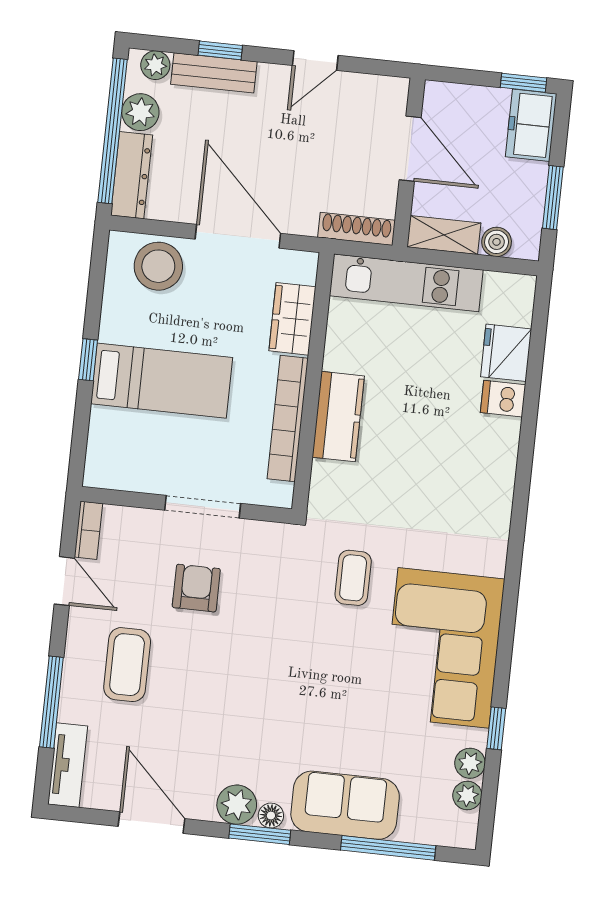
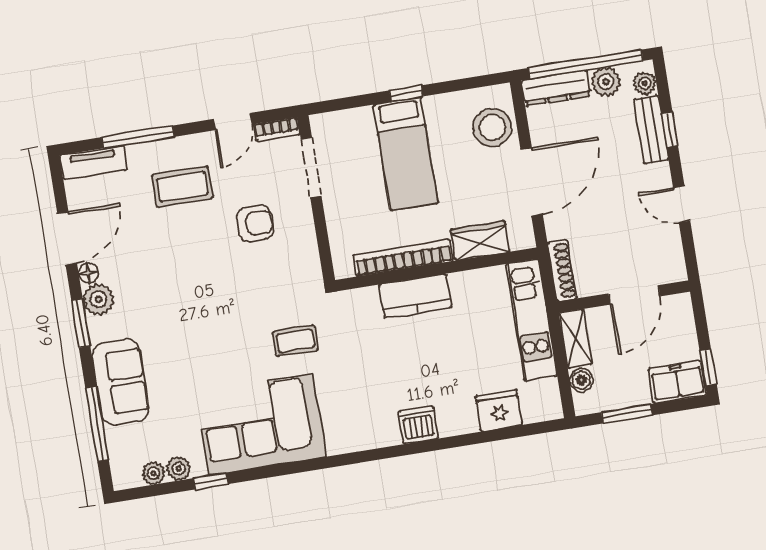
dishwasher: (503, 399) -> (418, 425), moved, width x1.38
doorway: (203, 507) -> (311, 168), moved
floor lamp: (271, 815) -> (88, 273), moved

